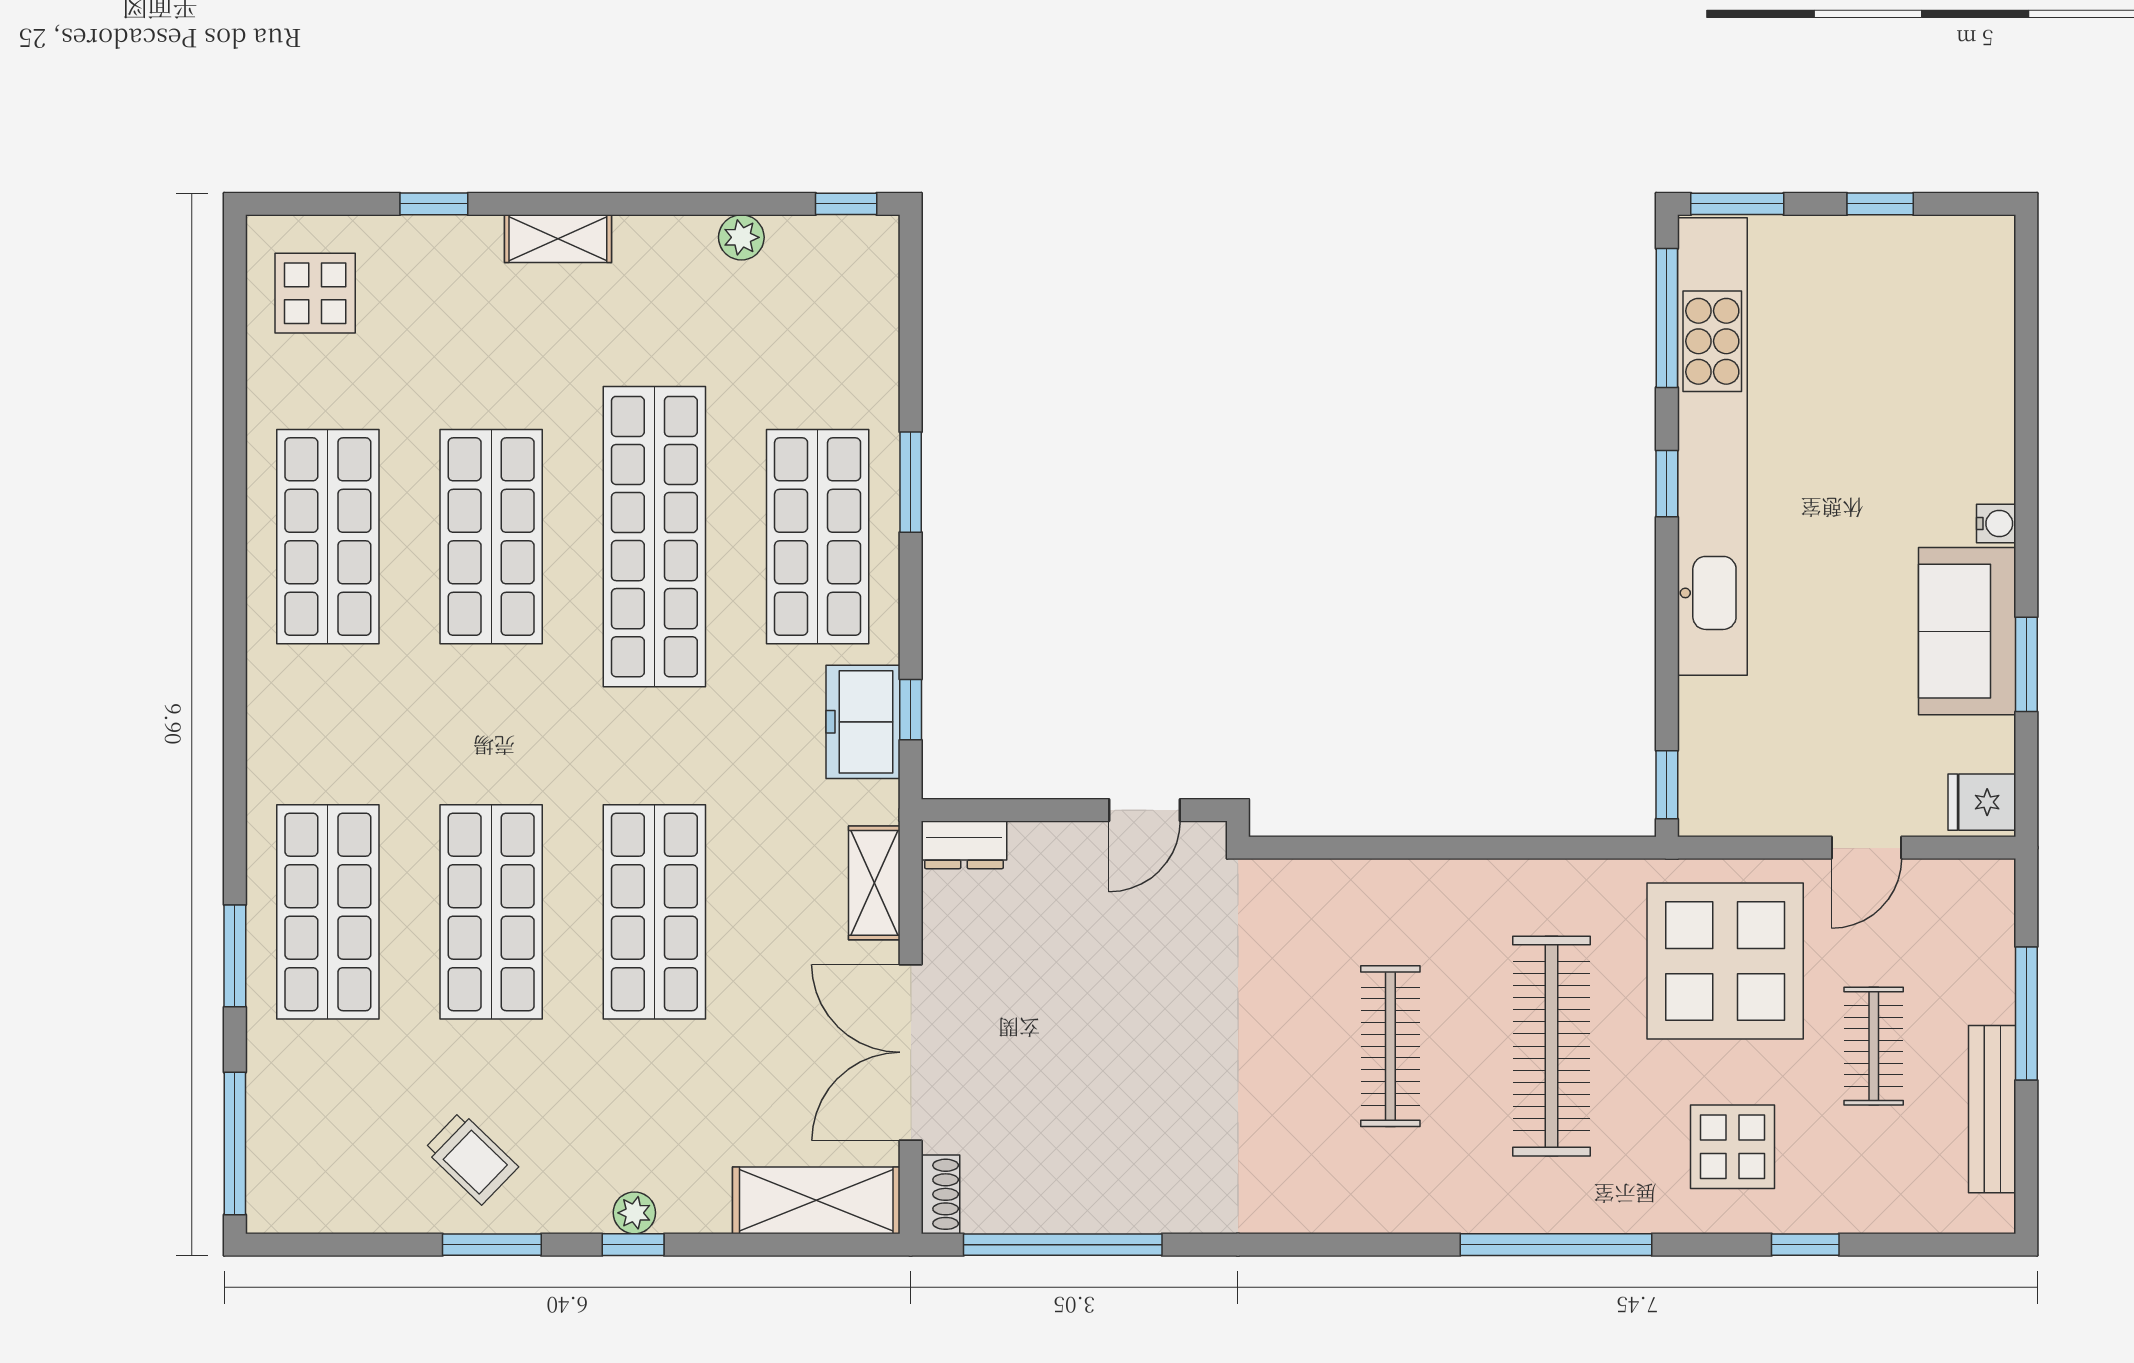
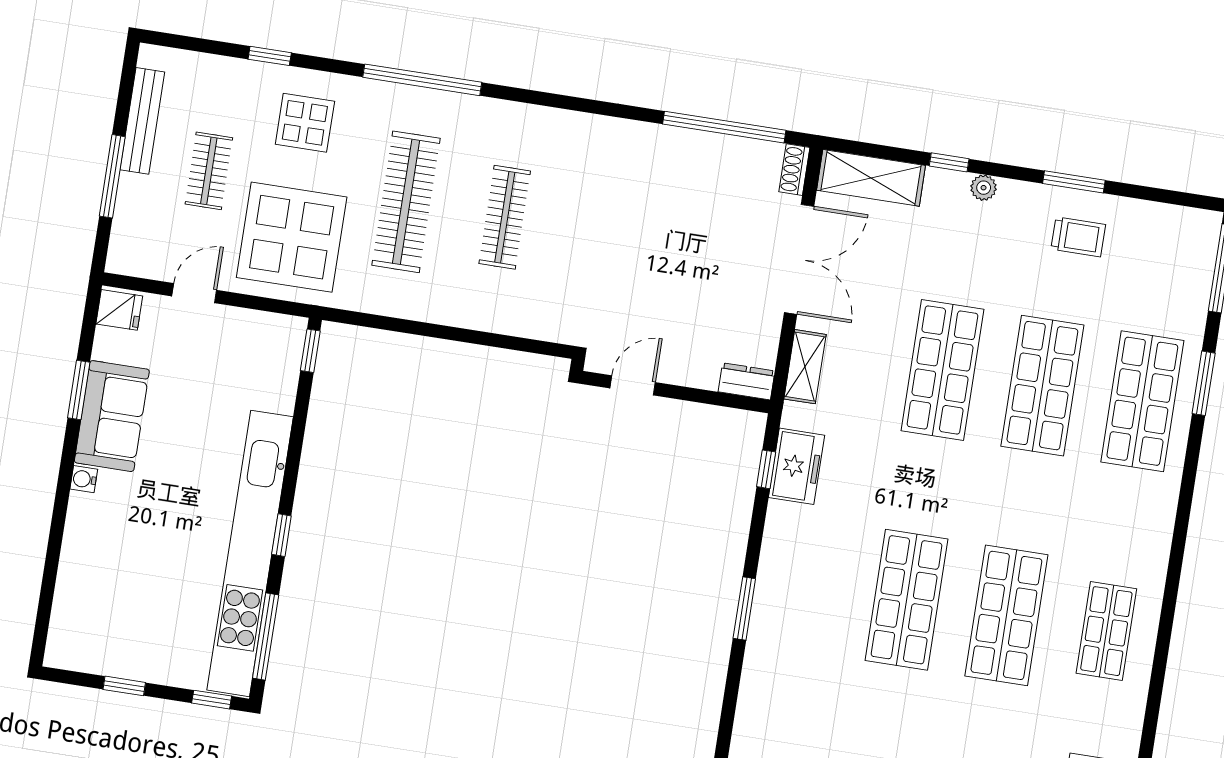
window: (1737, 204) -> (212, 700), width x0.67
shop shelf: (328, 537) -> (1106, 631), width x0.70, depth x0.74
shop shelf: (654, 537) -> (907, 600), width x0.71
shop shelf: (818, 537) -> (807, 584), removed
trolley: (471, 1158) -> (1078, 237), turned 136
window: (633, 1245) -> (949, 162), moved

